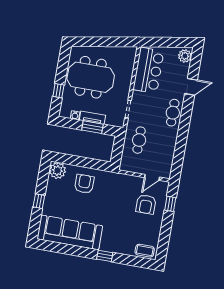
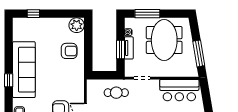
window: (112, 42) -> (199, 53), added
window: (58, 91) -> (147, 14), width x2.17
window: (39, 201) -> (33, 14), moved
sofa: (70, 232) -> (24, 70), moved

